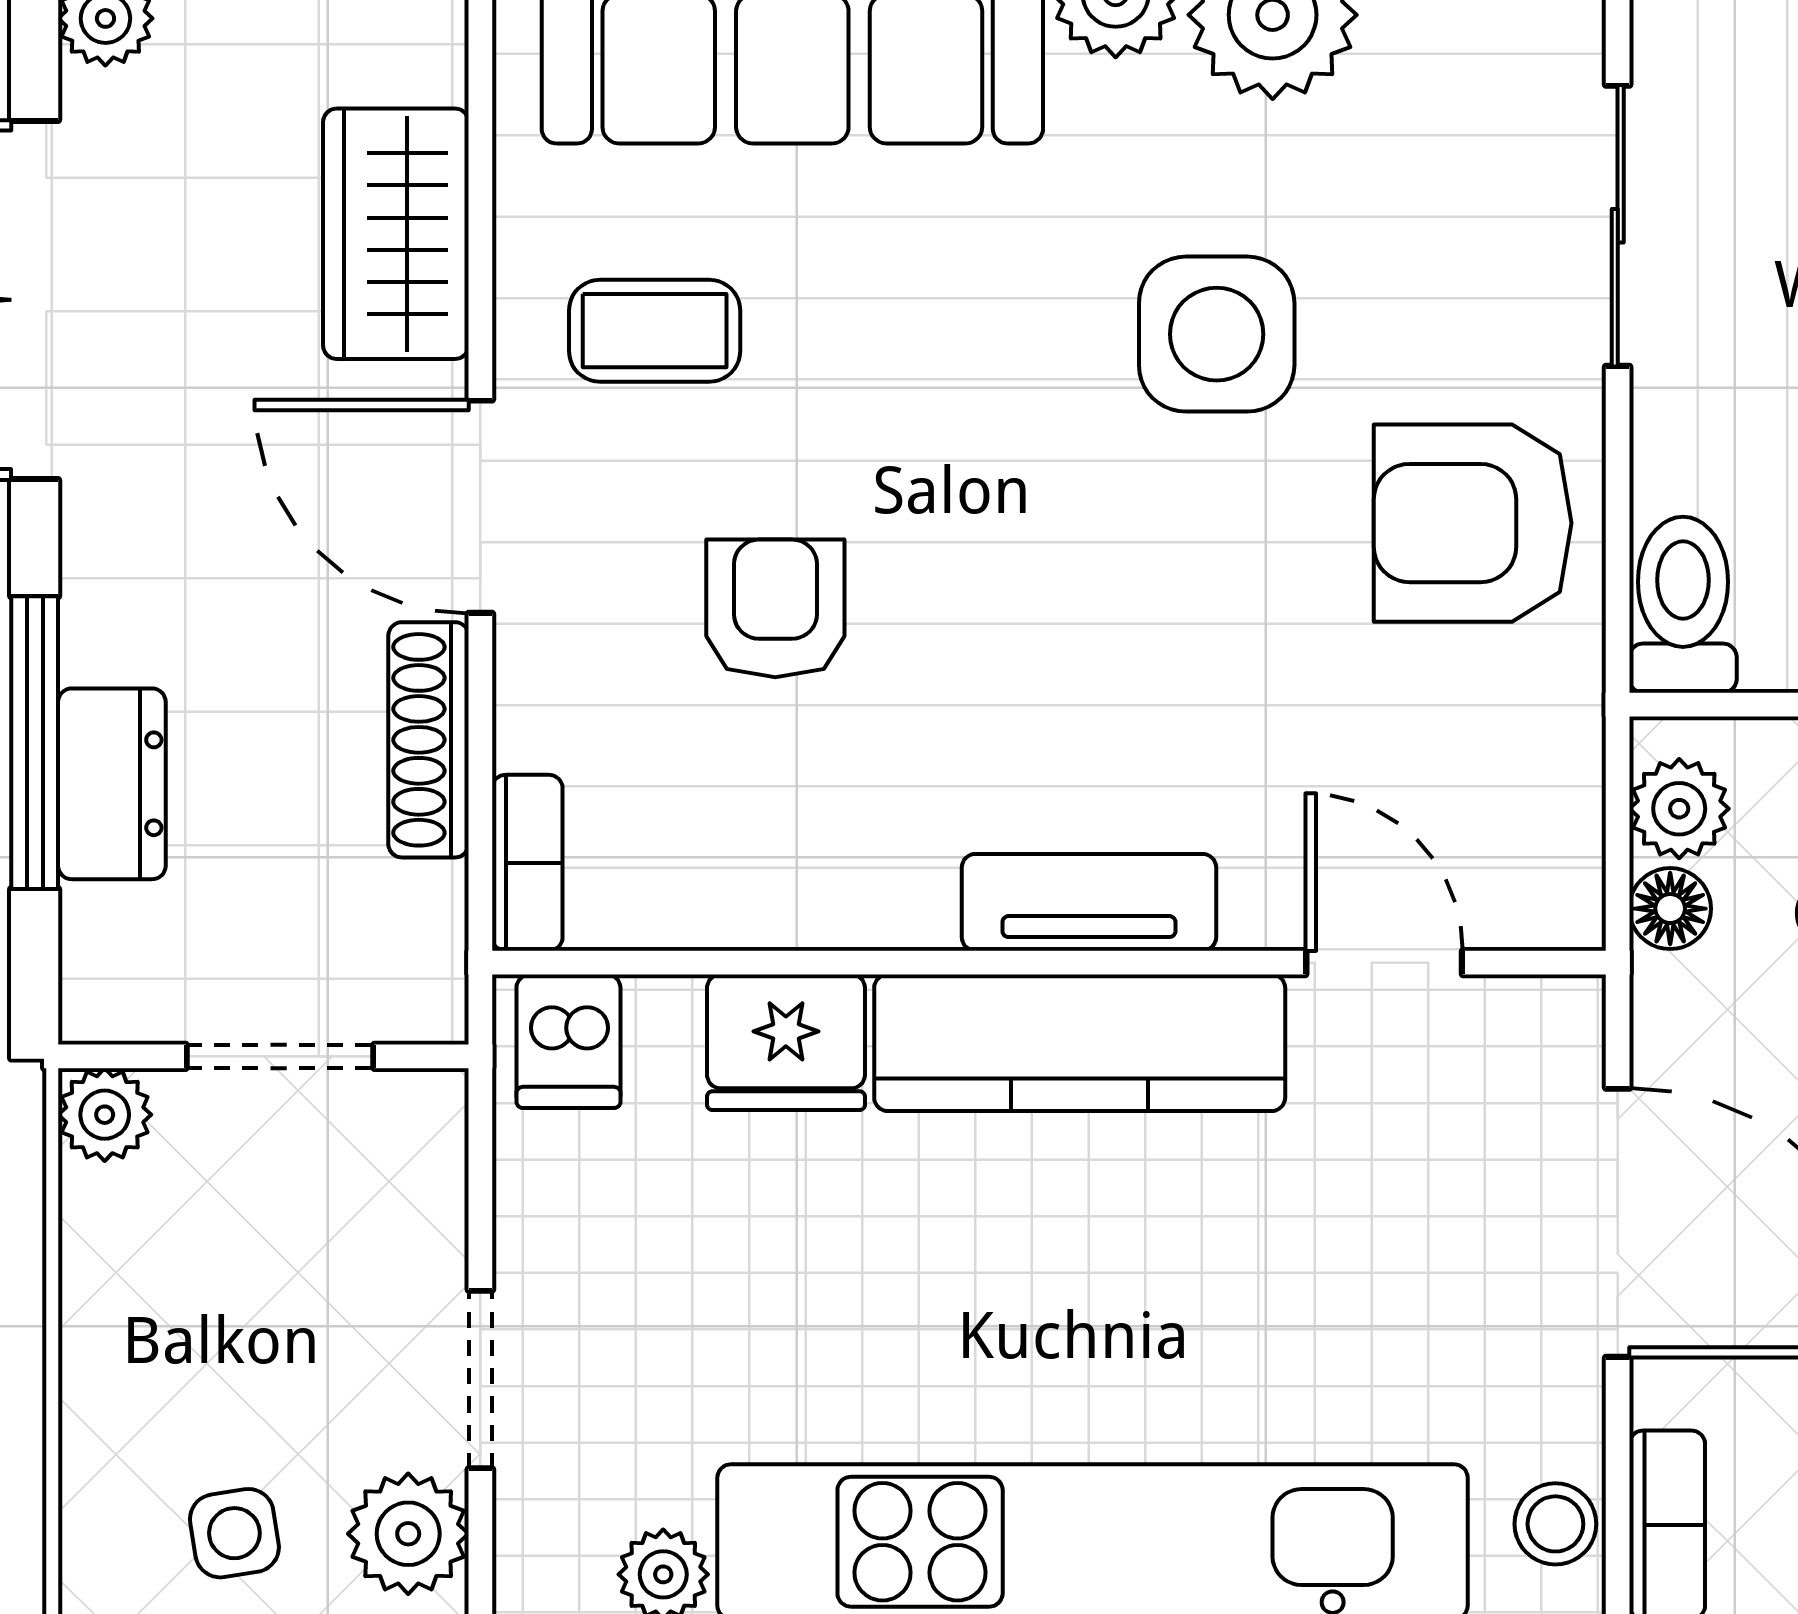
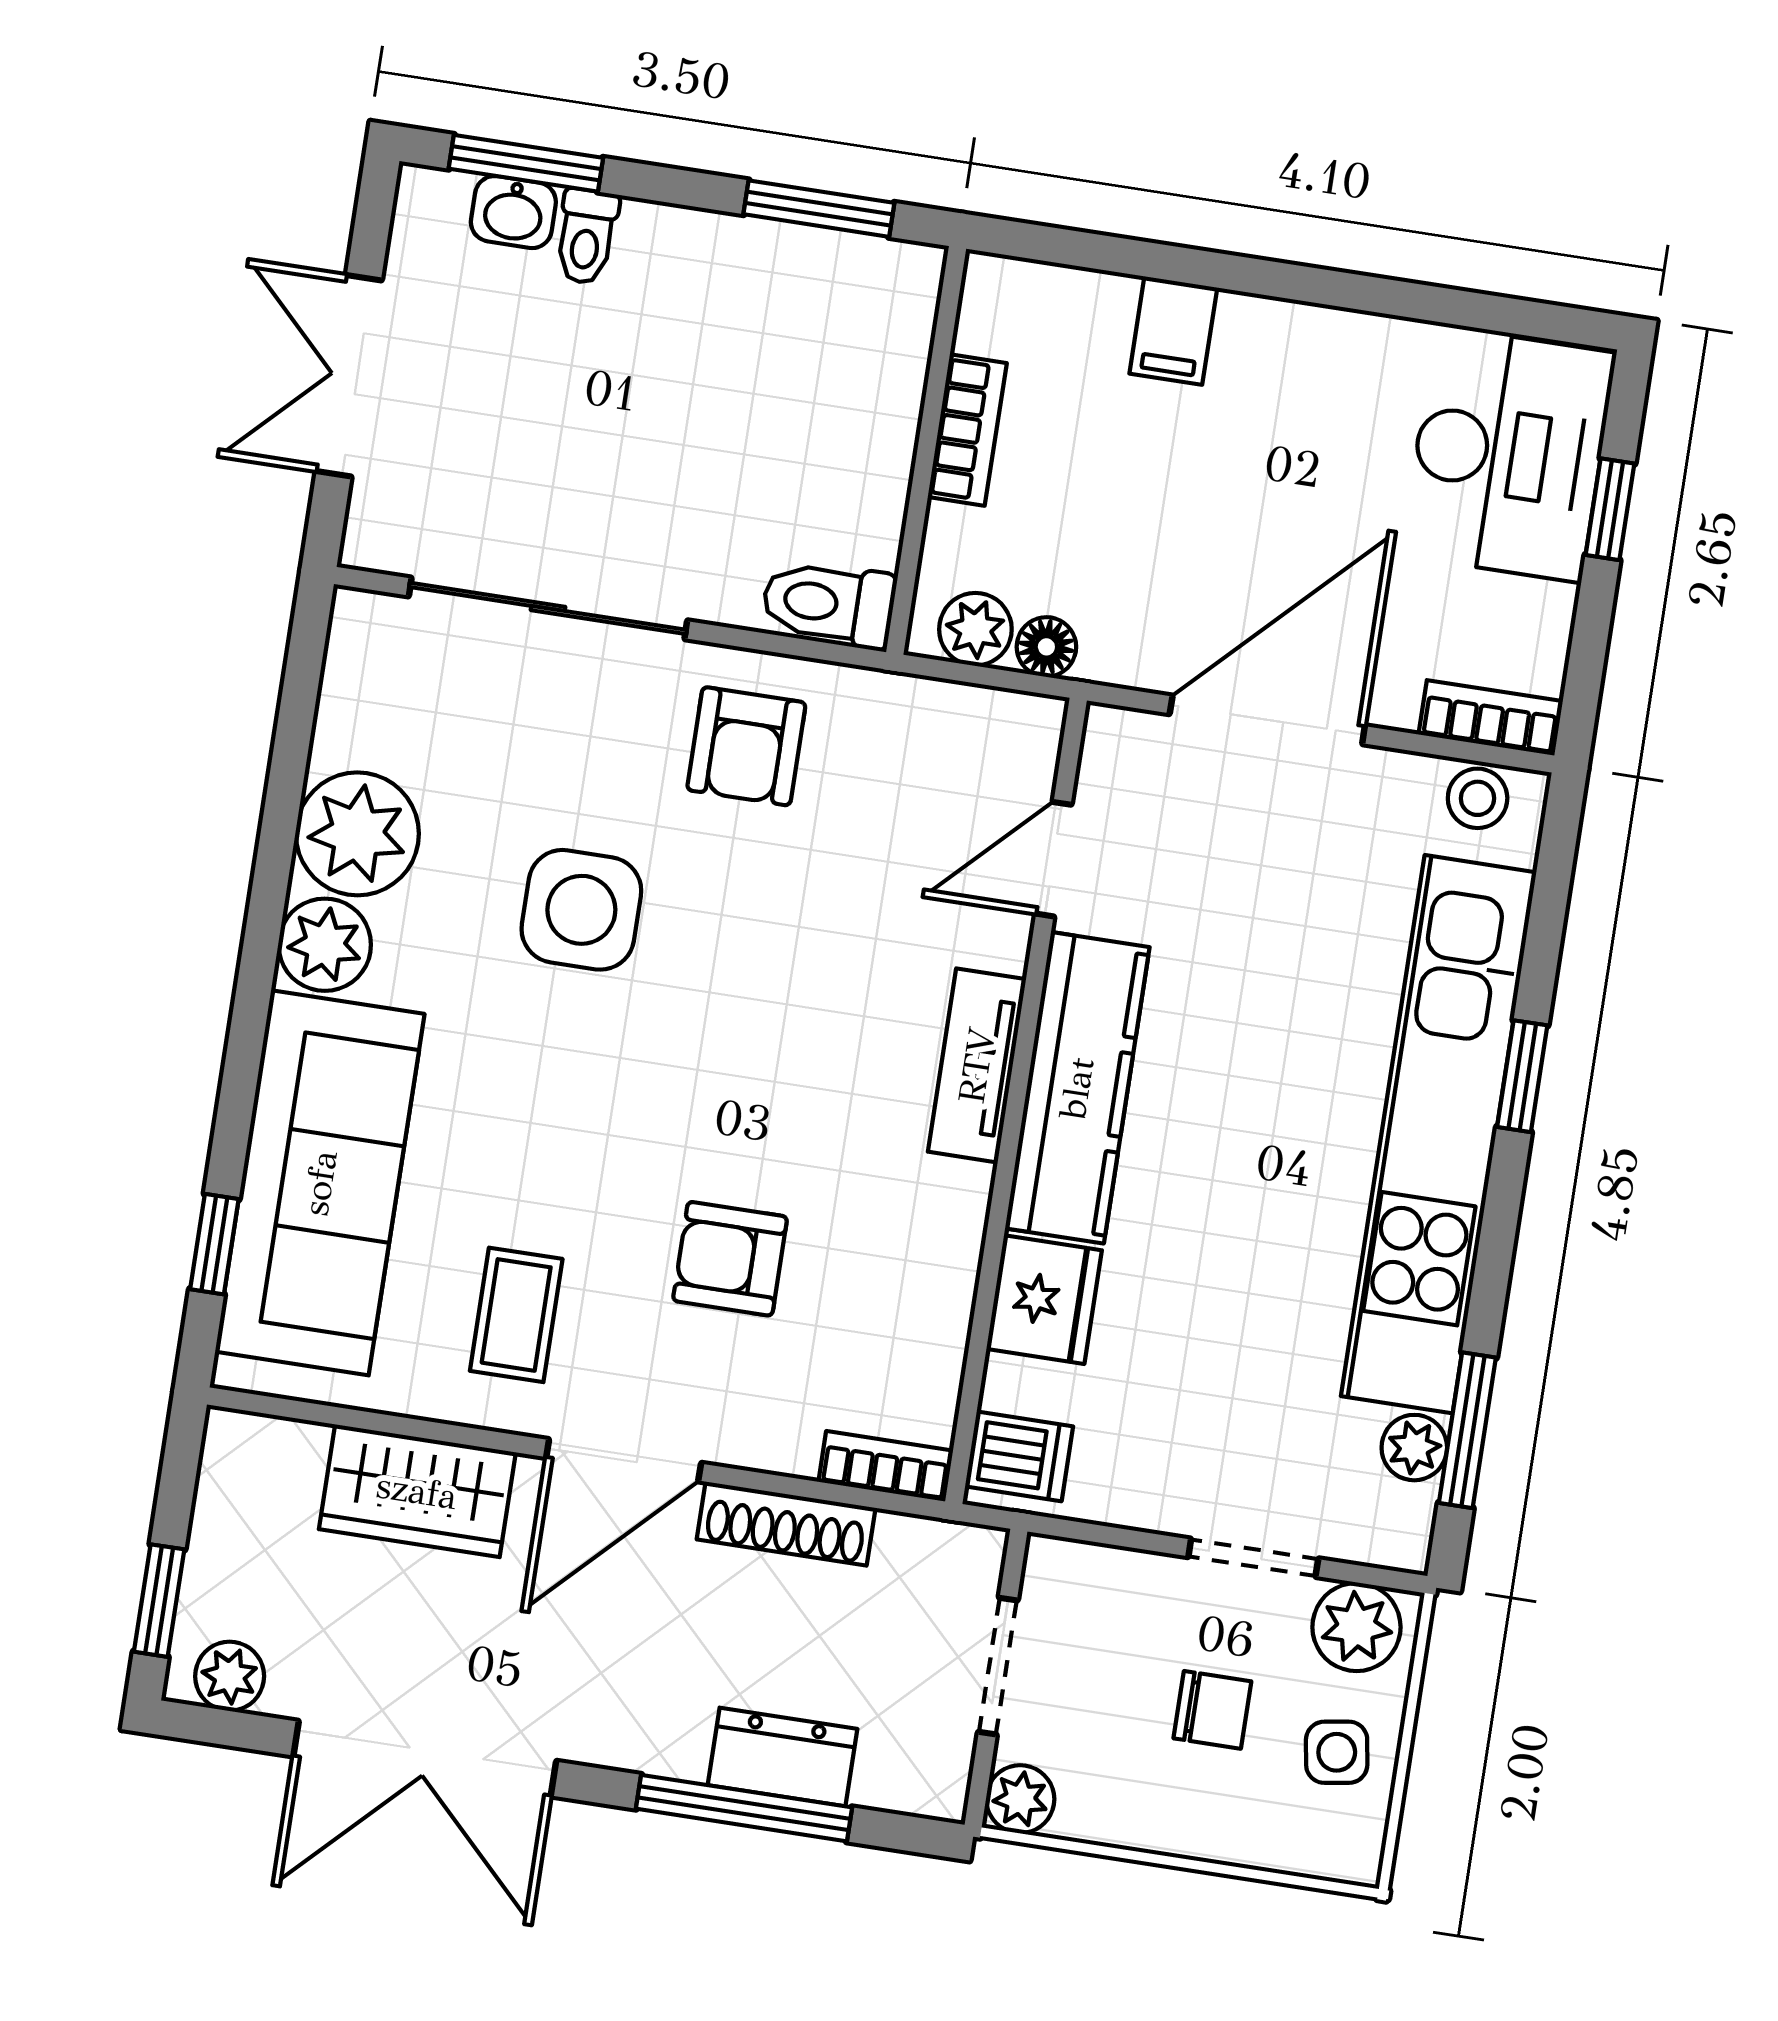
sliding door: (1618, 226) -> (548, 608), width x1.37
armchair: (1473, 523) -> (746, 746), width x0.72, depth x0.72
chair: (266, 1356) -> (1212, 1710), added

